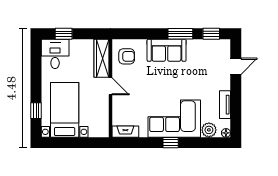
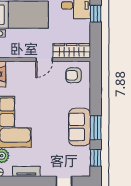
sofa: (167, 50) -> (80, 127), moved
armchair: (127, 56) -> (74, 75), turned 90

